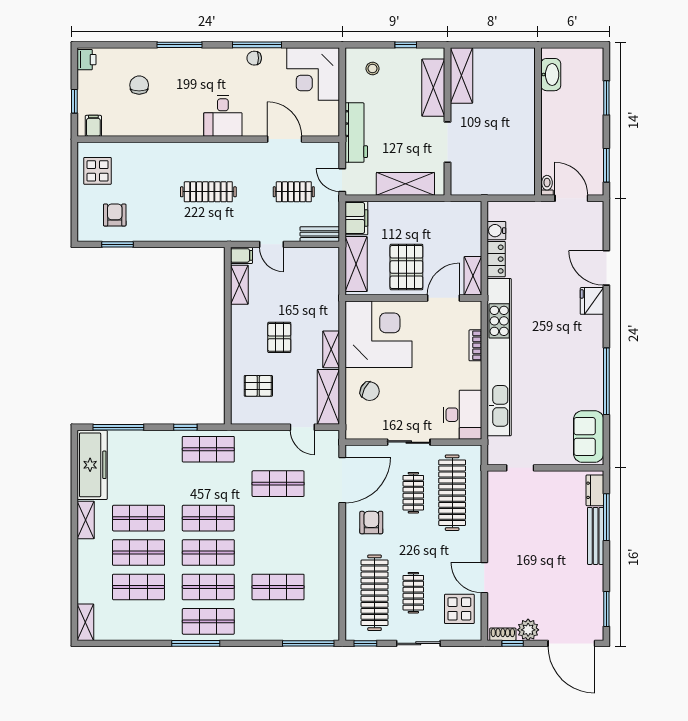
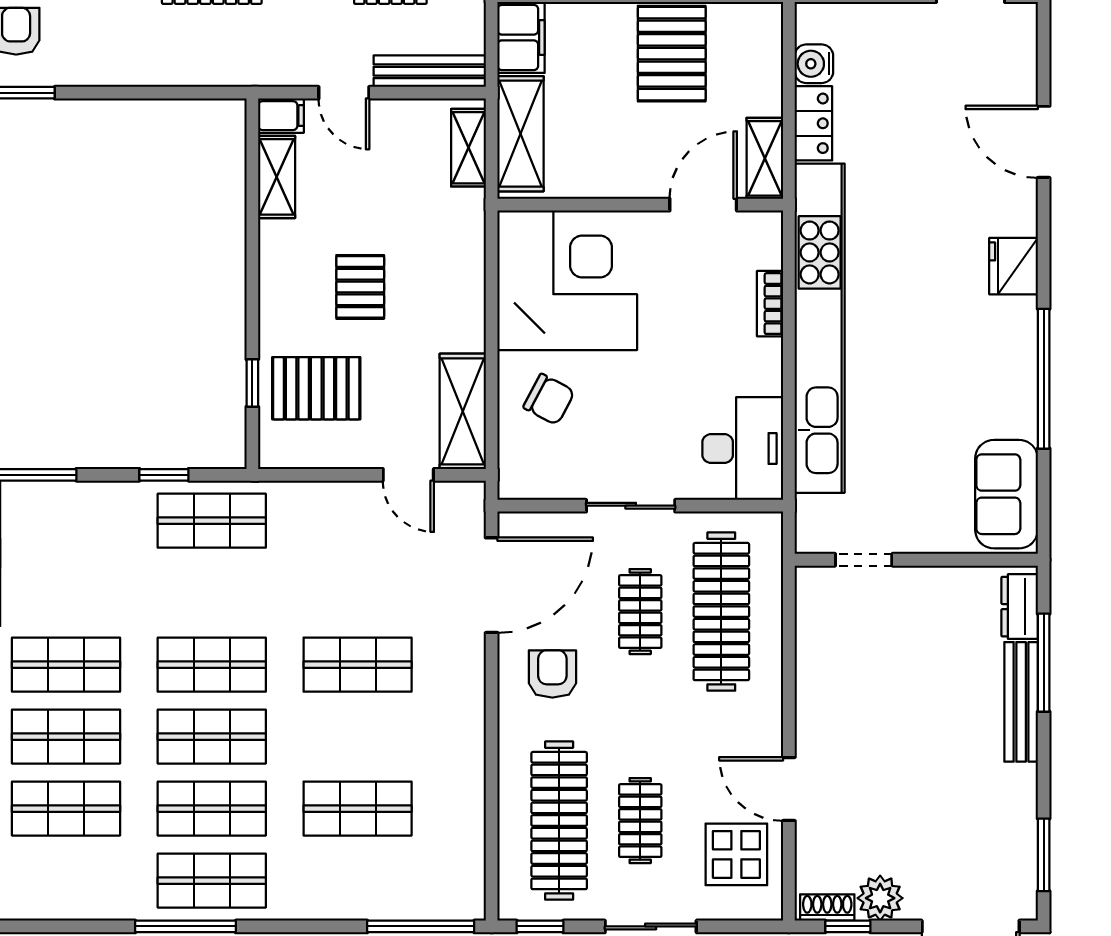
bench: (320, 234) -> (430, 71), width x1.36
pallet: (406, 267) -> (672, 54), moved
fridge: (592, 301) -> (1014, 266), moved
shelving: (331, 349) -> (468, 148), moved
window: (228, 383) -> (252, 383), added
pallet: (258, 386) -> (316, 388), width x1.50, depth x1.42
shop shelf: (278, 484) -> (358, 665), moved

